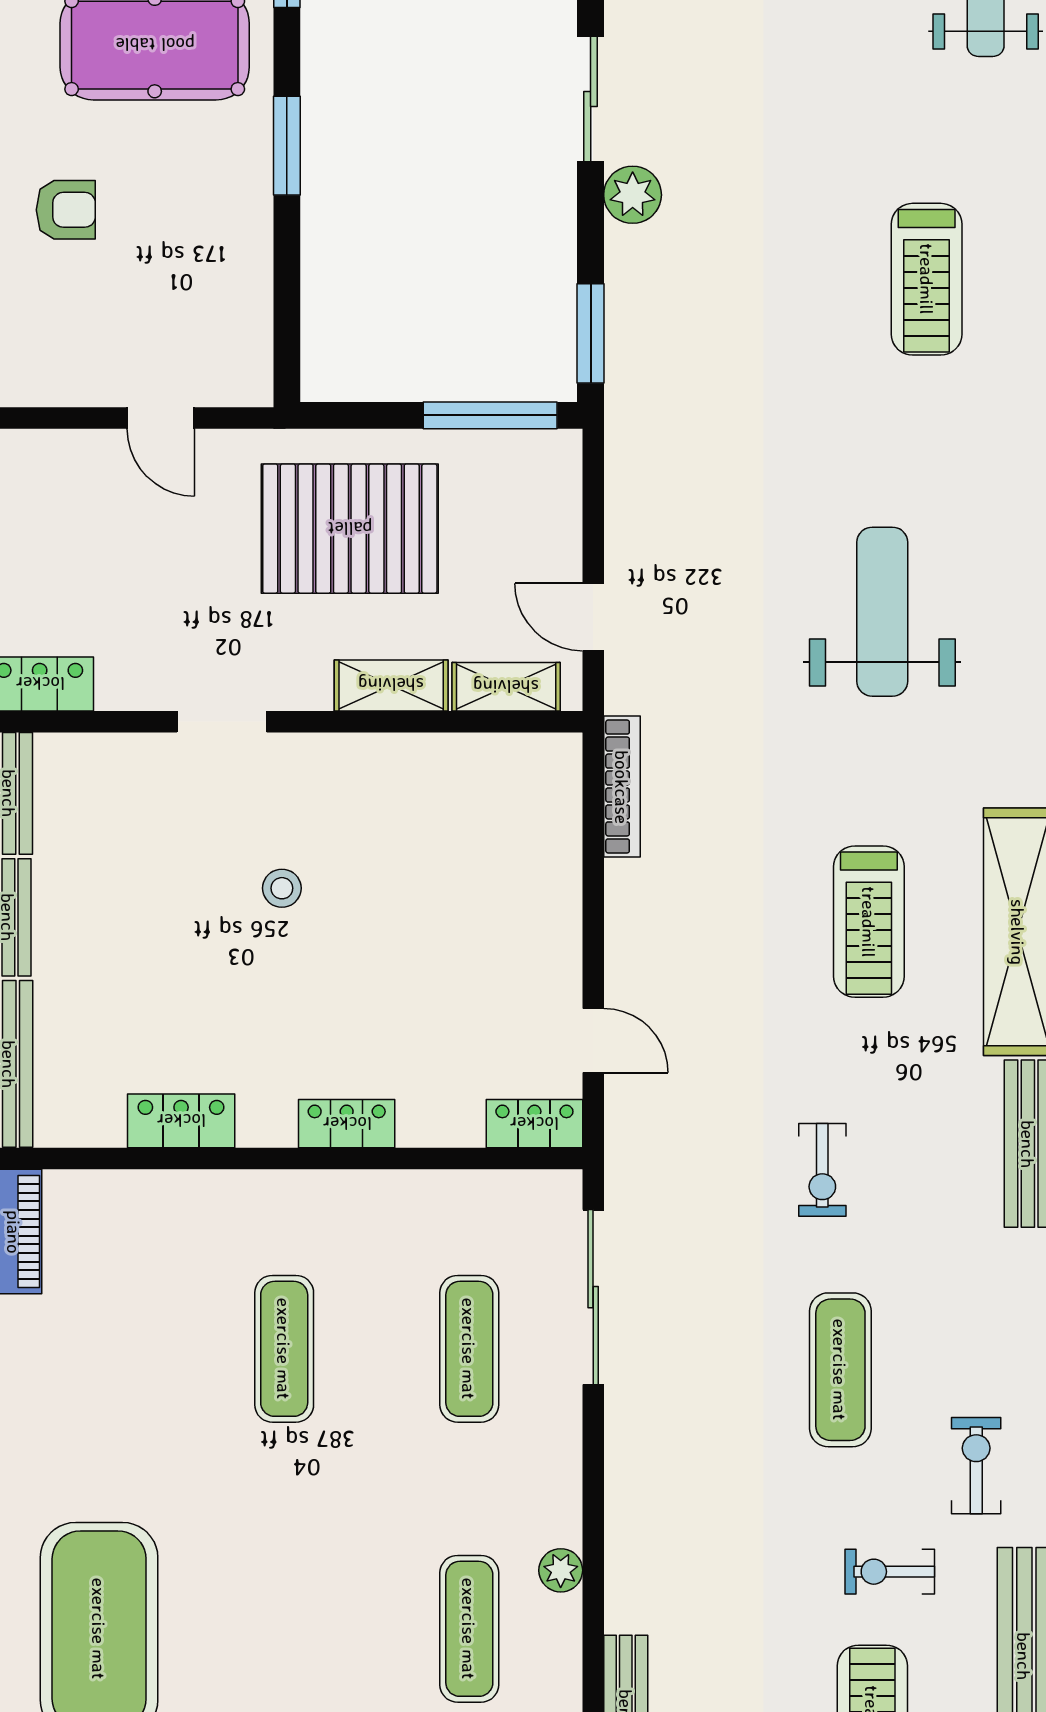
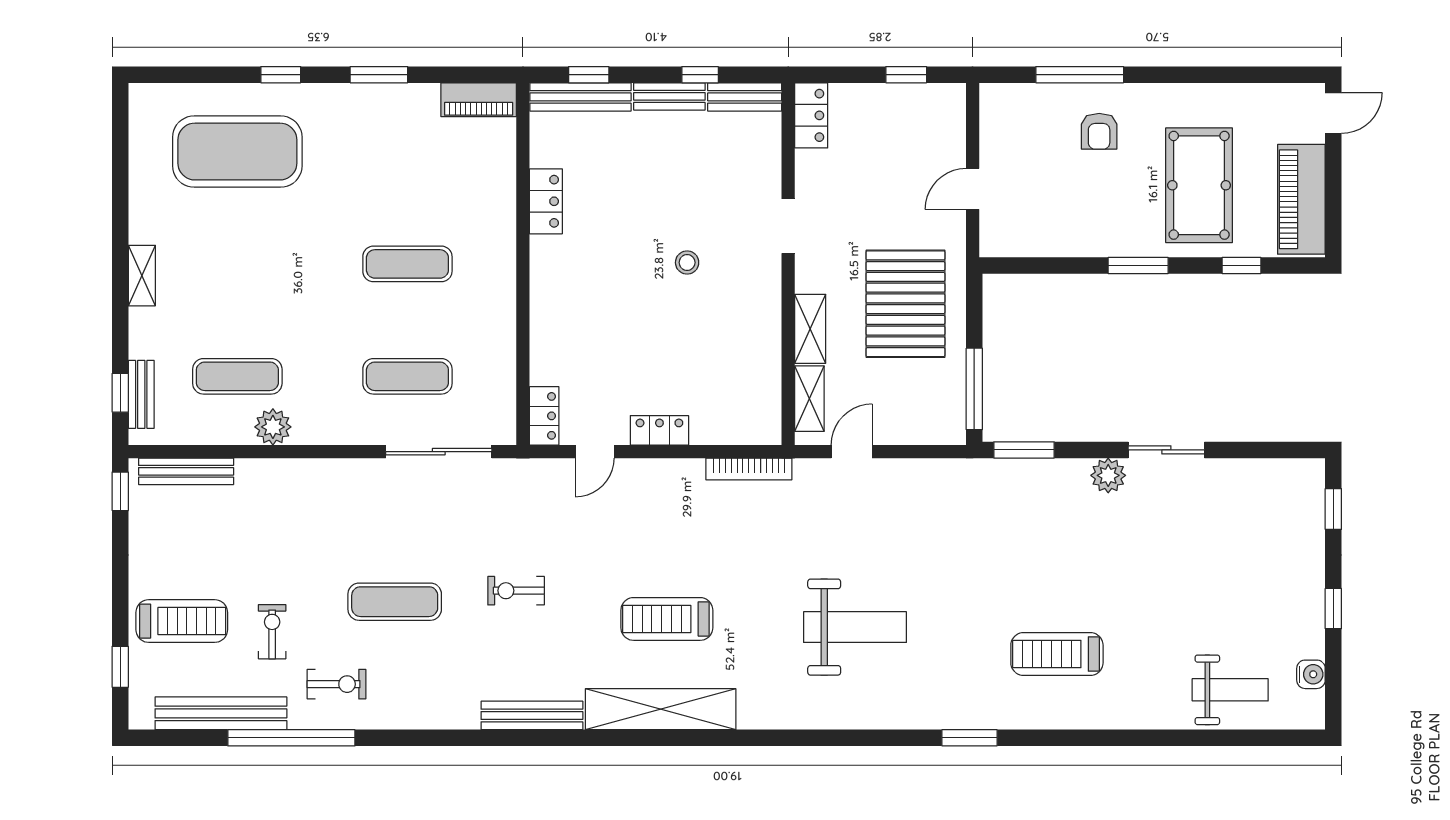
locker: (347, 1124) -> (659, 430), moved, turned -90
plant: (561, 1570) -> (273, 427), width x1.38, depth x1.38

